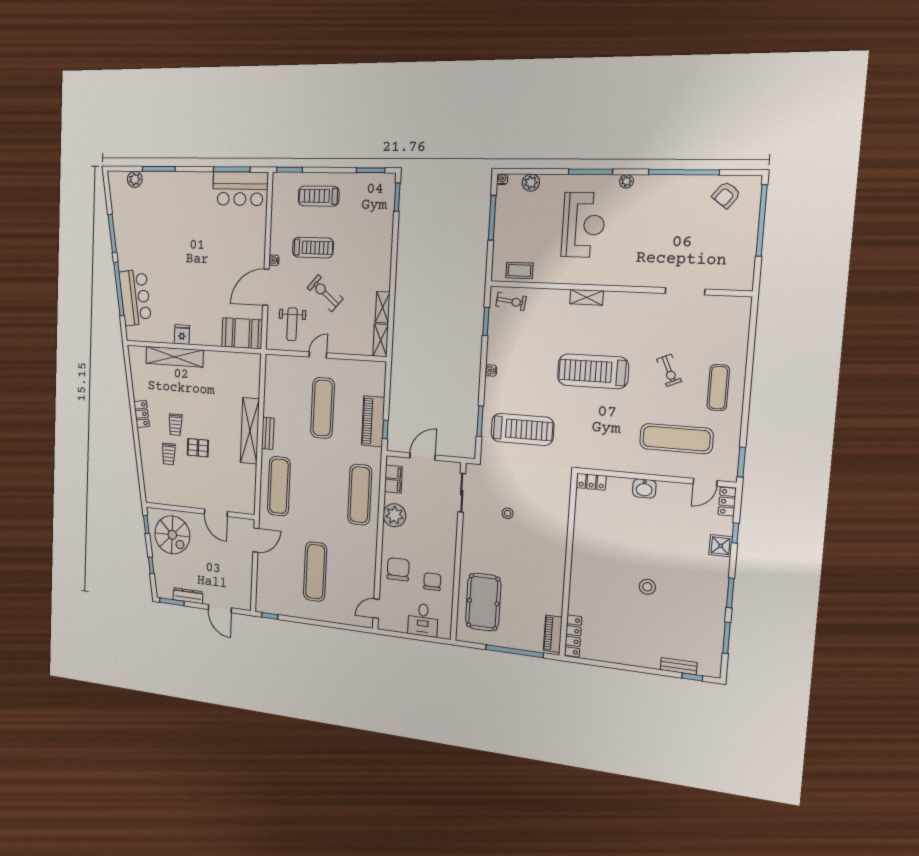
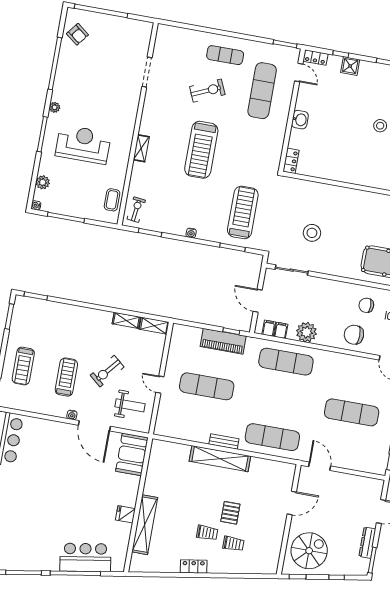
exercise bike: (669, 370) -> (207, 91), width x1.38, depth x1.39
stool: (508, 513) -> (312, 233), width x1.89, depth x1.89

